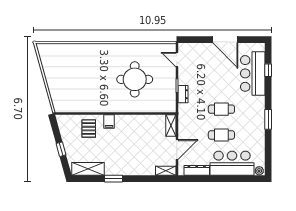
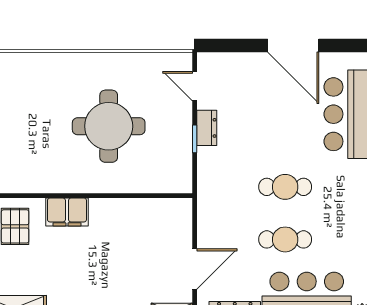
dresser: (183, 94) -> (207, 128), moved
filing cabinet: (109, 121) -> (67, 212), width x2.00
shelving: (171, 126) -> (182, 220), removed

